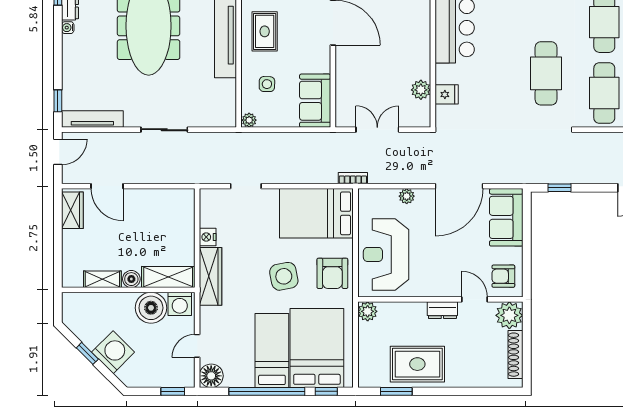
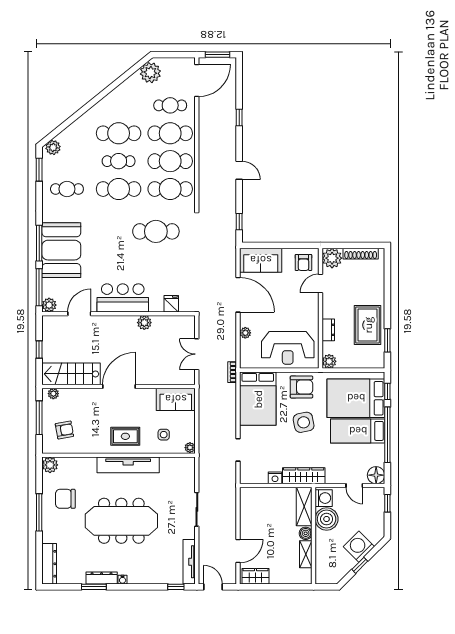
plant: (421, 90) -> (144, 323), moved
dresser: (442, 310) -> (328, 330), moved

